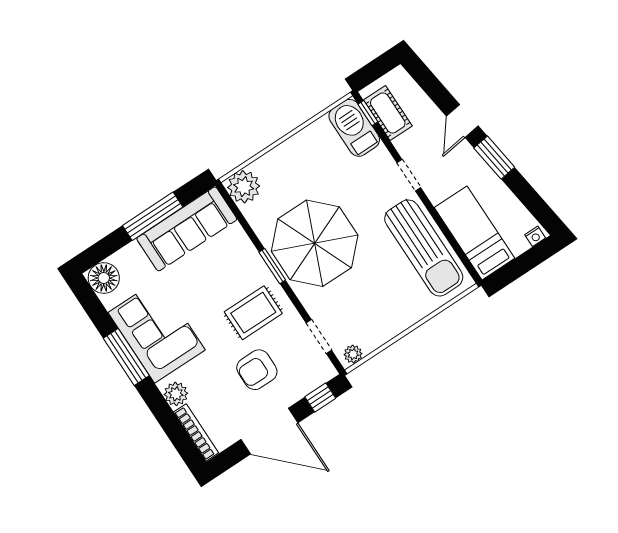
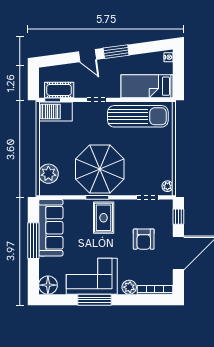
plant: (244, 187) -> (48, 174), moved
rug: (253, 313) -> (104, 218), moved

